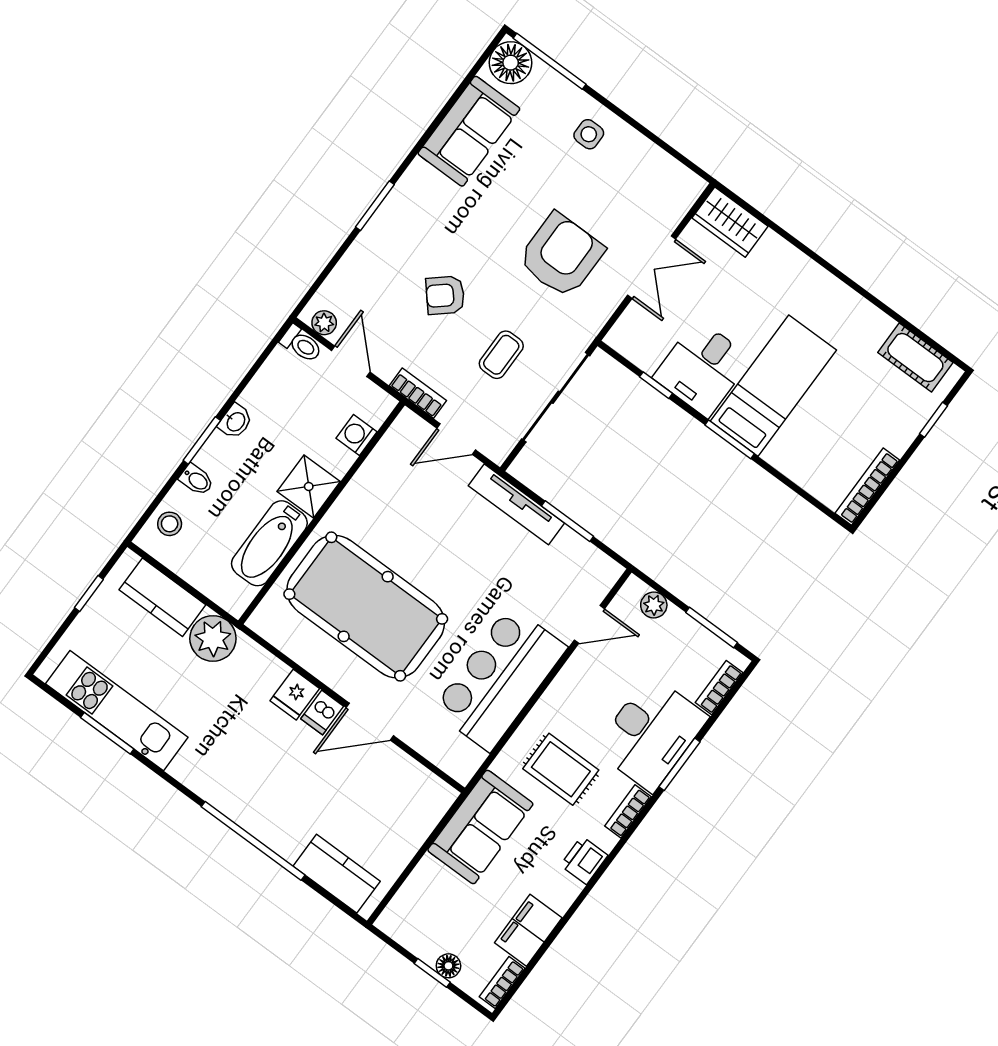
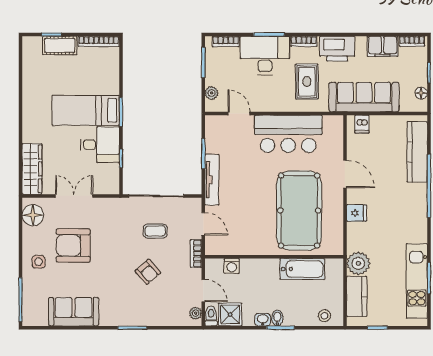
floor lamp: (511, 63) -> (33, 215), moved
wardrobe: (730, 222) -> (32, 169), width x1.50
armchair: (561, 255) -> (73, 245), moved
cot: (915, 358) -> (60, 45), moved, turned 90
door: (351, 361) -> (203, 291), swing flipped
bidet: (196, 480) -> (277, 318), moved
shower: (309, 487) -> (230, 314), moved
dishwasher: (322, 712) -> (362, 124), moved, turned 90
sofa: (480, 827) -> (364, 97), width x1.36
printer: (584, 860) -> (337, 49), width x1.87, depth x1.48
kitchen counter: (337, 874) -> (417, 152), width x1.50
floor lamp: (448, 966) -> (421, 93), moved

